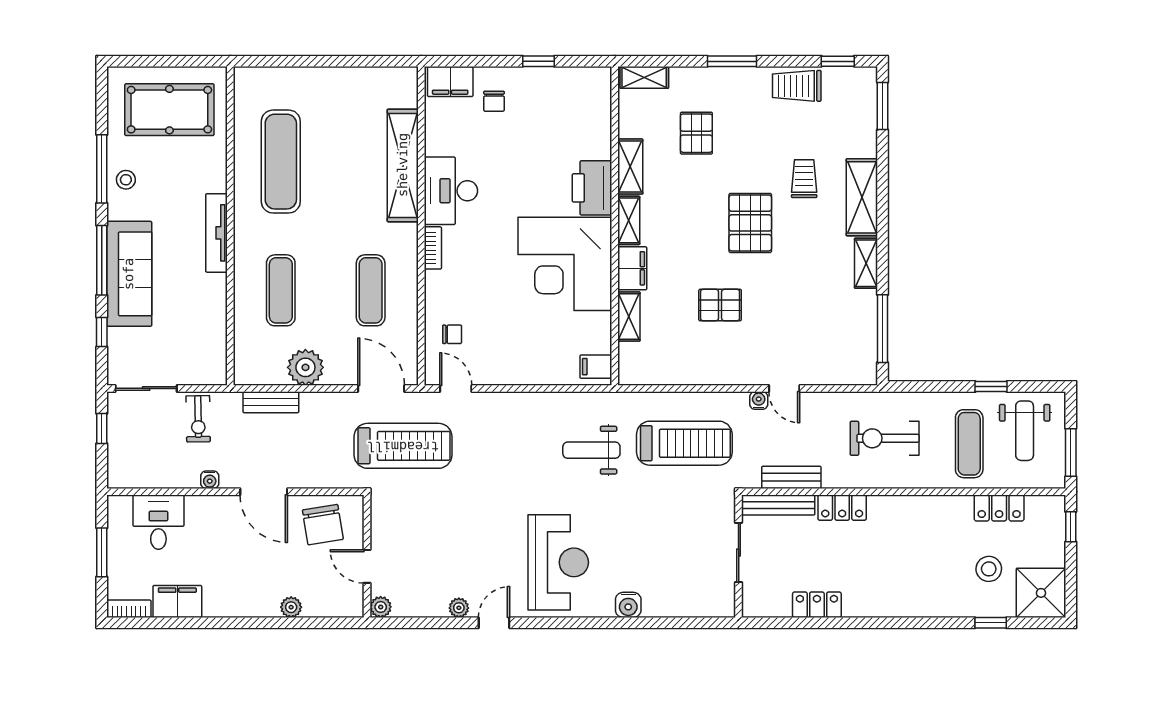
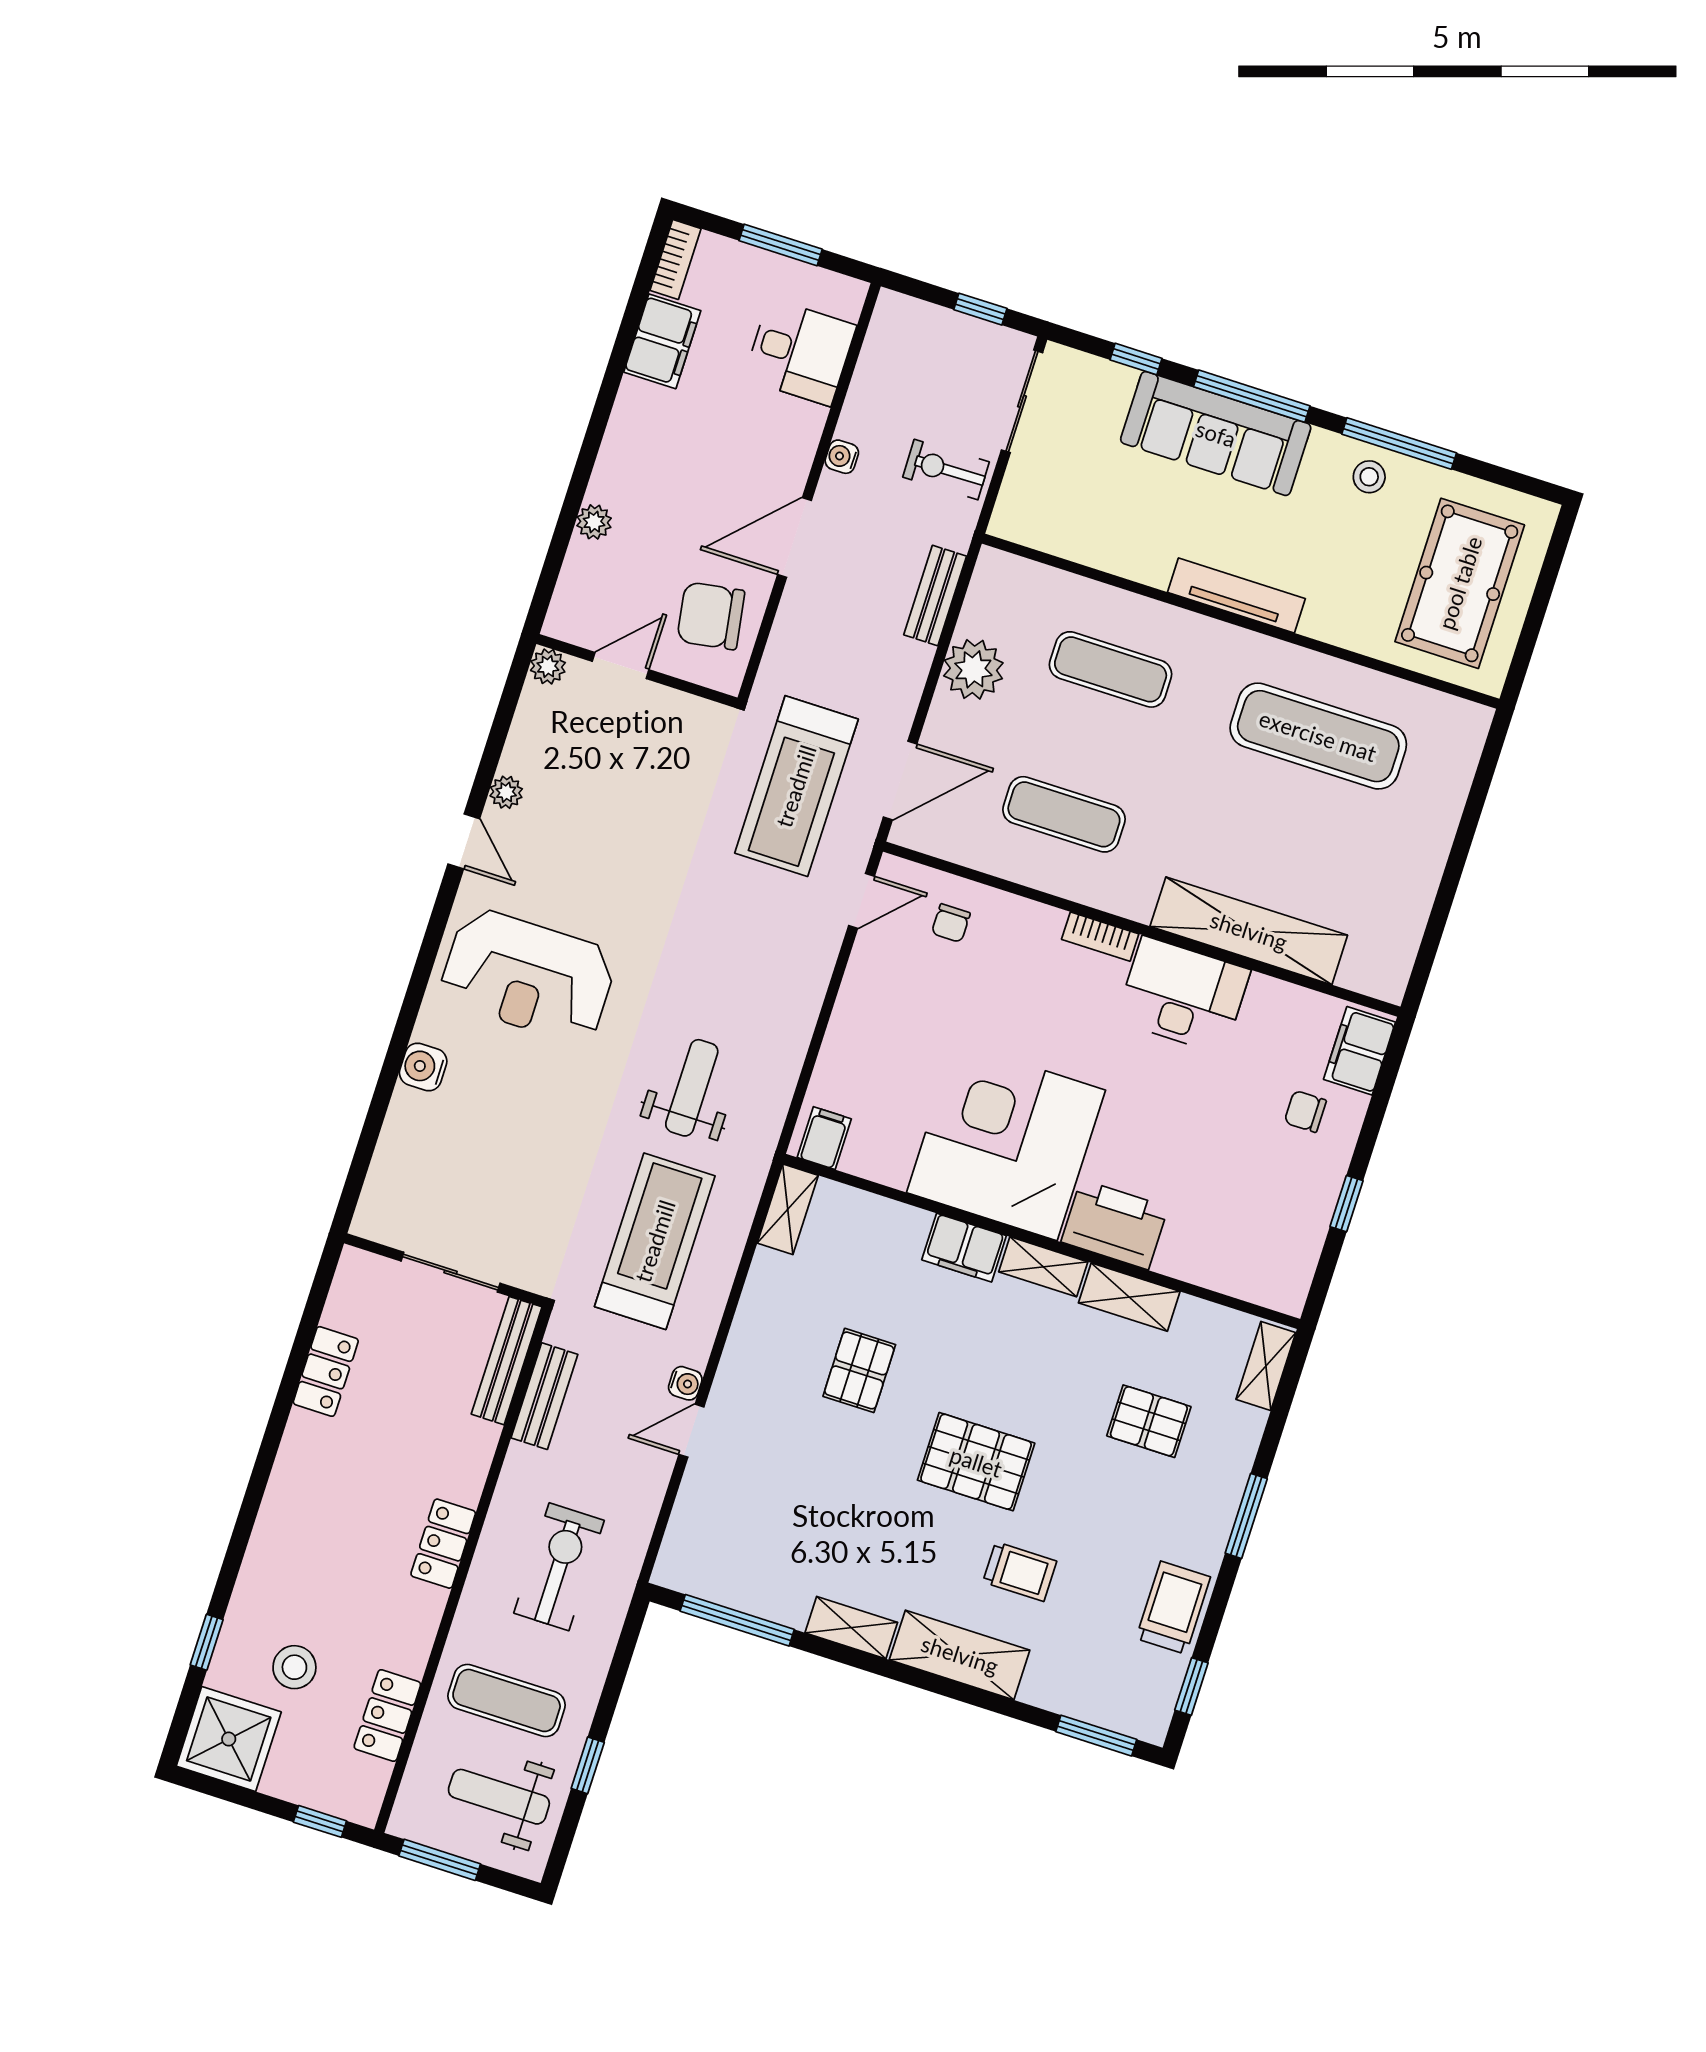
shelving: (629, 317) -> (788, 1209), moved, turned 90
treadmill: (684, 443) -> (655, 1241), turned 180
locker: (842, 508) -> (443, 1544), moved

